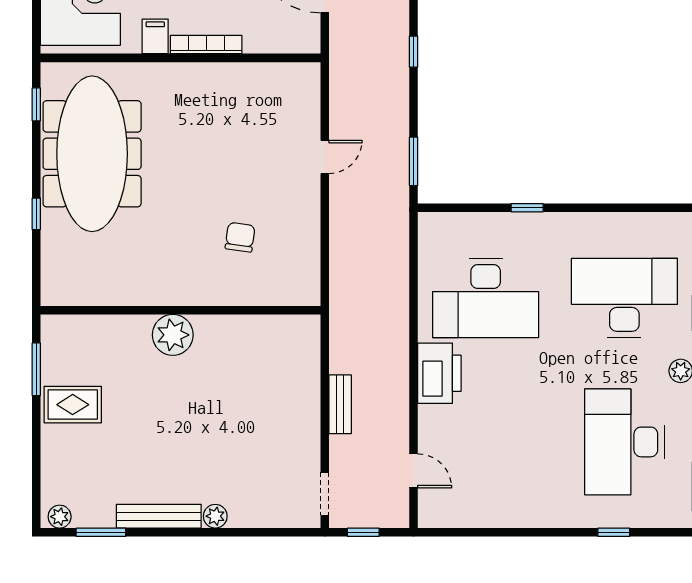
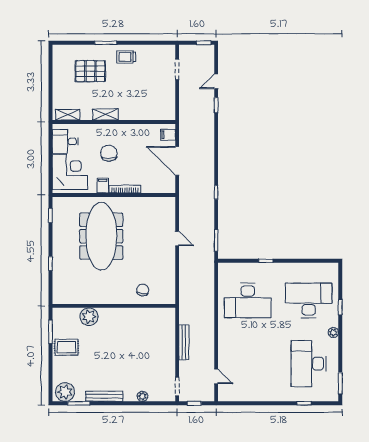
meeting table: (92, 154) -> (101, 236), moved
door: (325, 157) -> (177, 239), hinge flipped
chair: (240, 237) -> (143, 290), moved
plant: (173, 335) -> (89, 317), moved
printer: (439, 373) -> (227, 333), removed
bench: (340, 404) -> (184, 342), width x1.36
plant: (215, 516) -> (142, 396), moved
plant: (60, 517) -> (65, 392), width x1.87, depth x1.87

